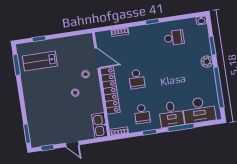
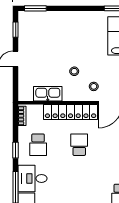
school desk: (137, 79) -> (79, 145), turned 90
school desk: (142, 114) -> (38, 145), turned -90
kitchen sink: (100, 125) -> (48, 94), moved

